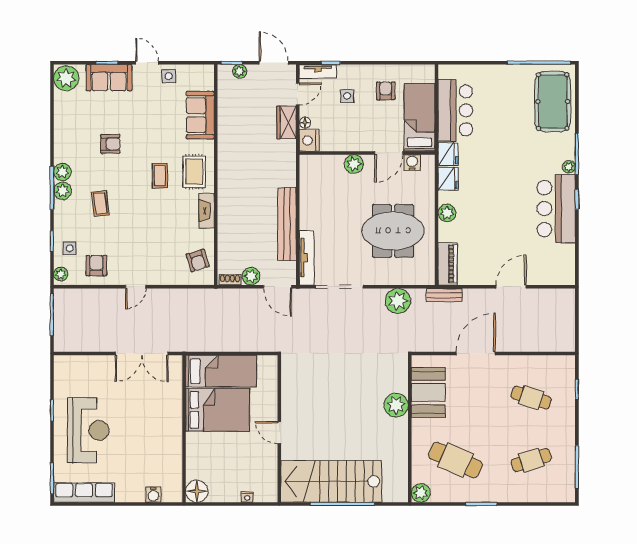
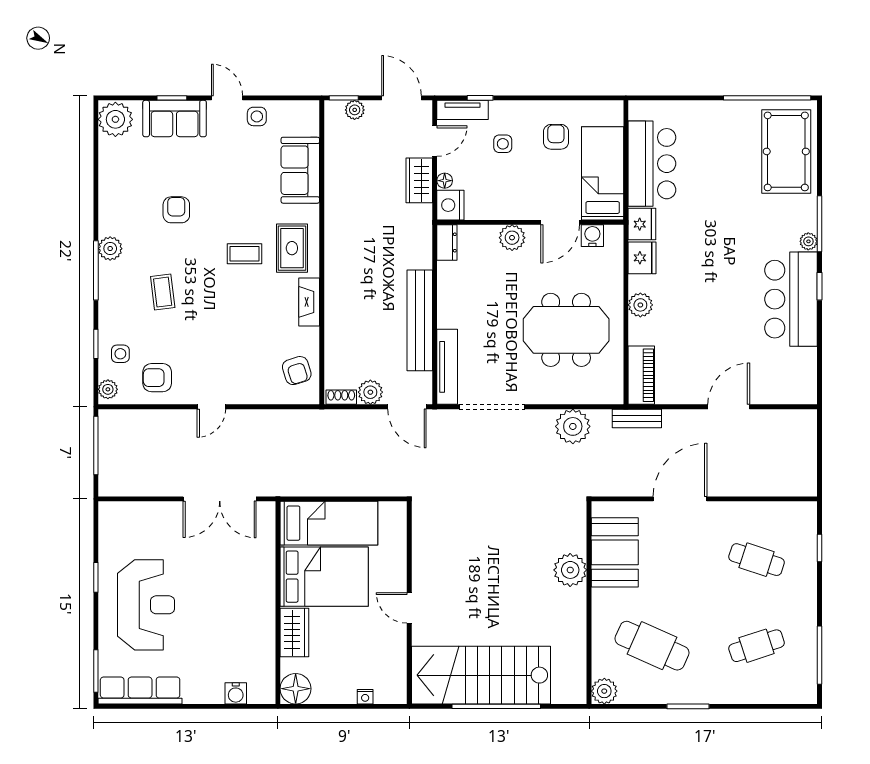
armchair: (110, 144) -> (176, 210), turned -90
dresser: (307, 168) -> (447, 242), added
coffee table: (160, 176) -> (245, 254), turned 90
plant: (63, 191) -> (110, 275), removed
armchair: (96, 266) -> (157, 378), turned -90
wardrobe: (196, 450) -> (294, 633), added

